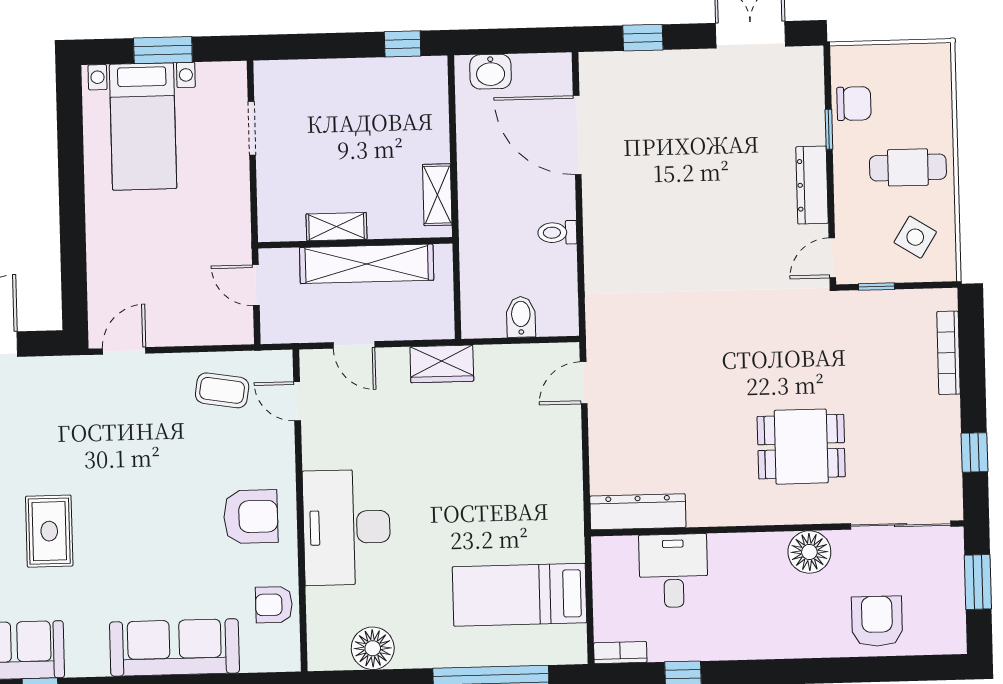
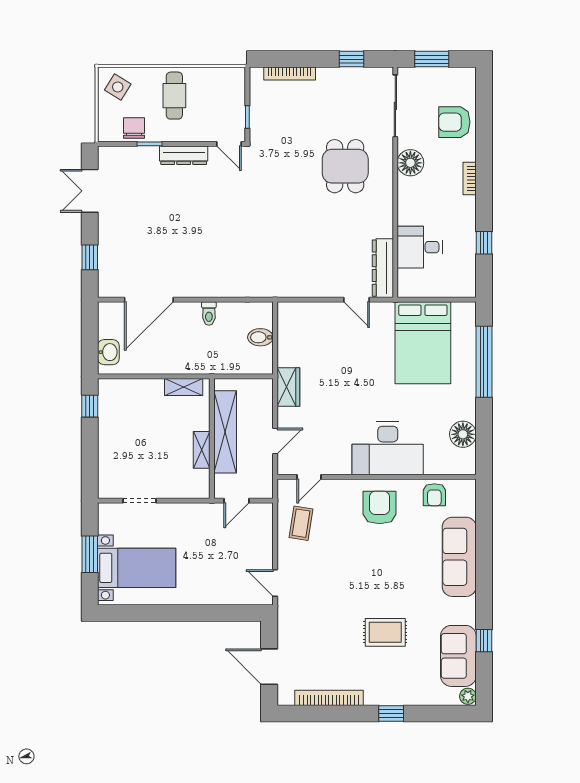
side table: (915, 237) -> (118, 87), moved
door: (584, 383) -> (356, 300), moved
bed: (520, 595) -> (423, 343), width x1.50
bookcase: (620, 653) -> (470, 178), moved

